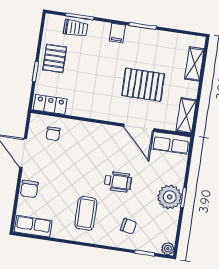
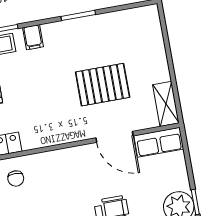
filing cabinet: (117, 33) -> (33, 37), moved
shelving: (194, 64) -> (155, 40), removed

